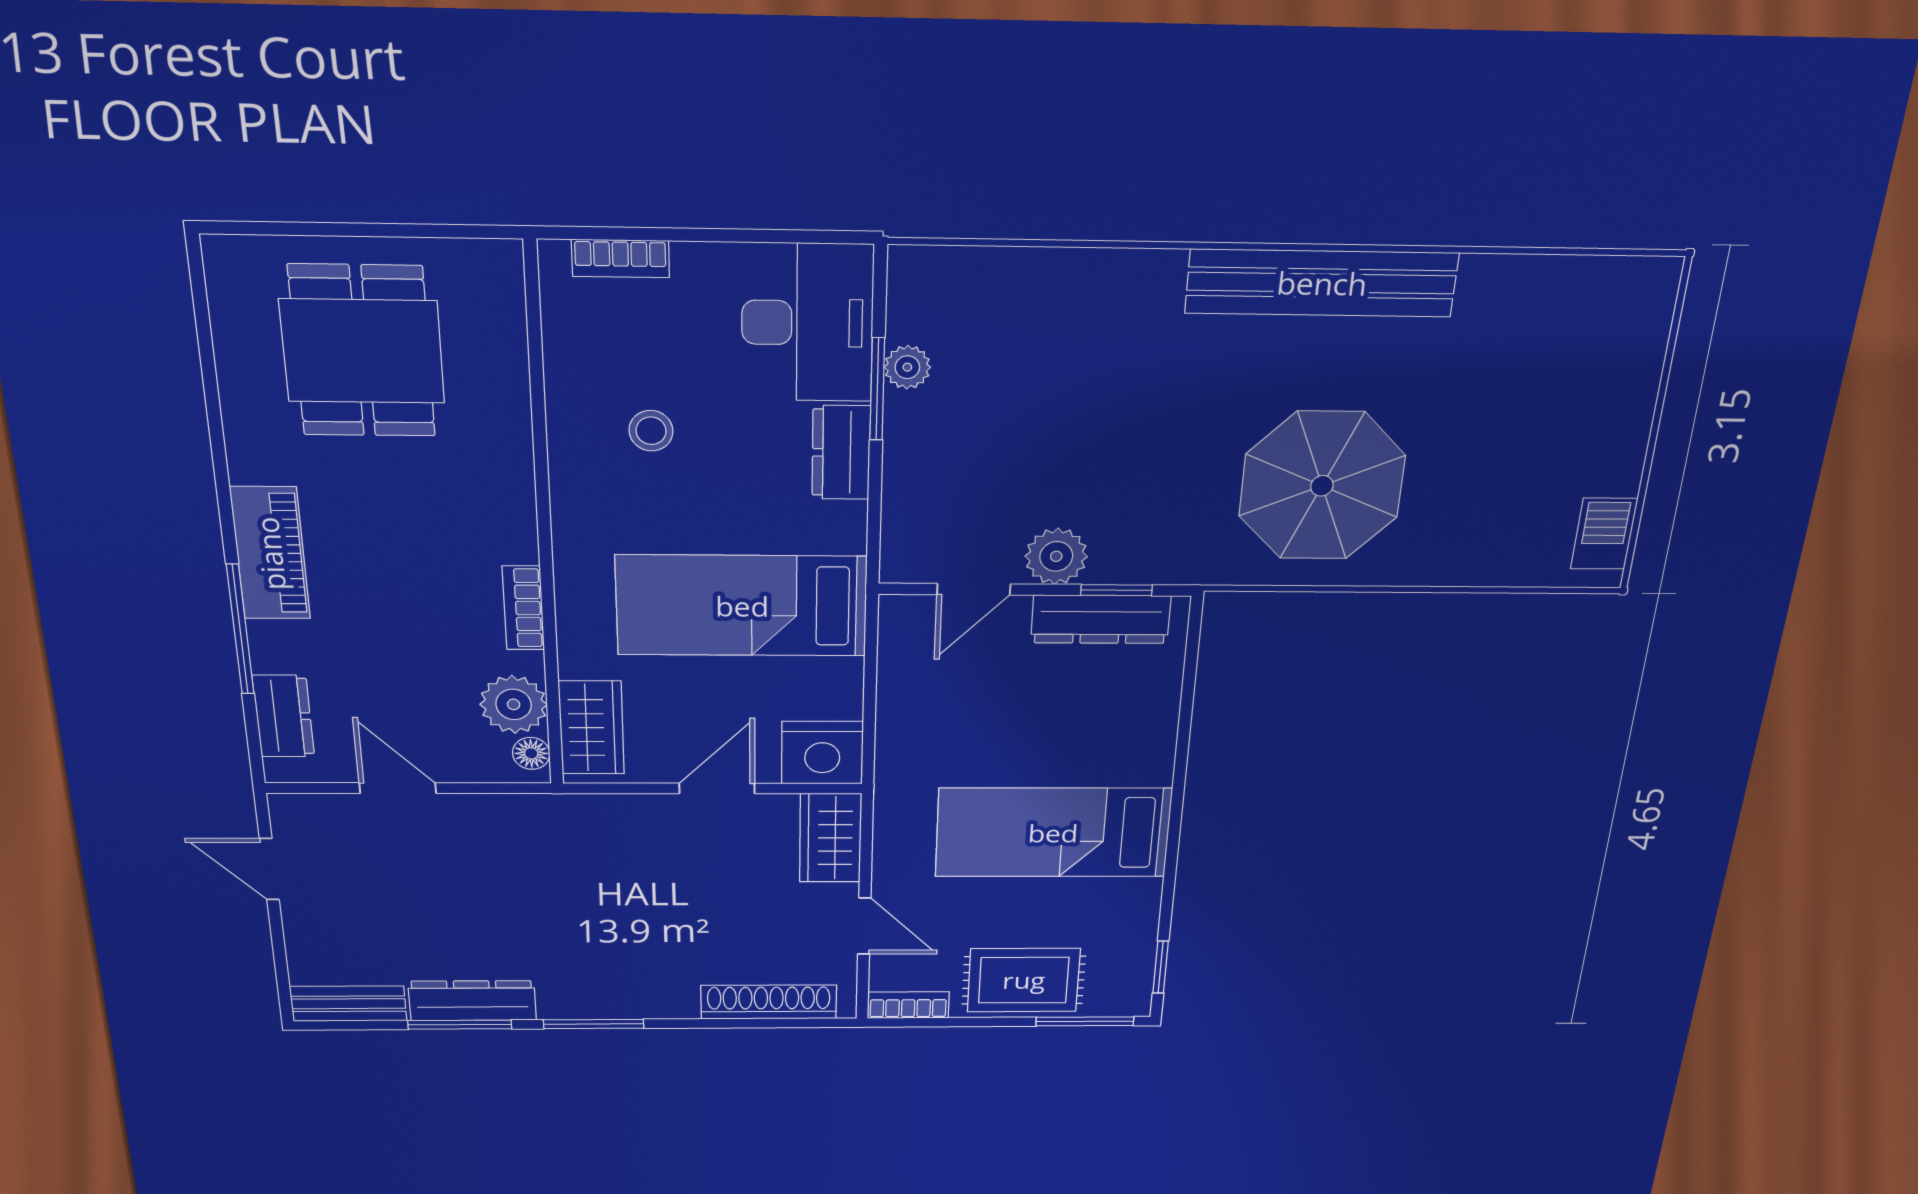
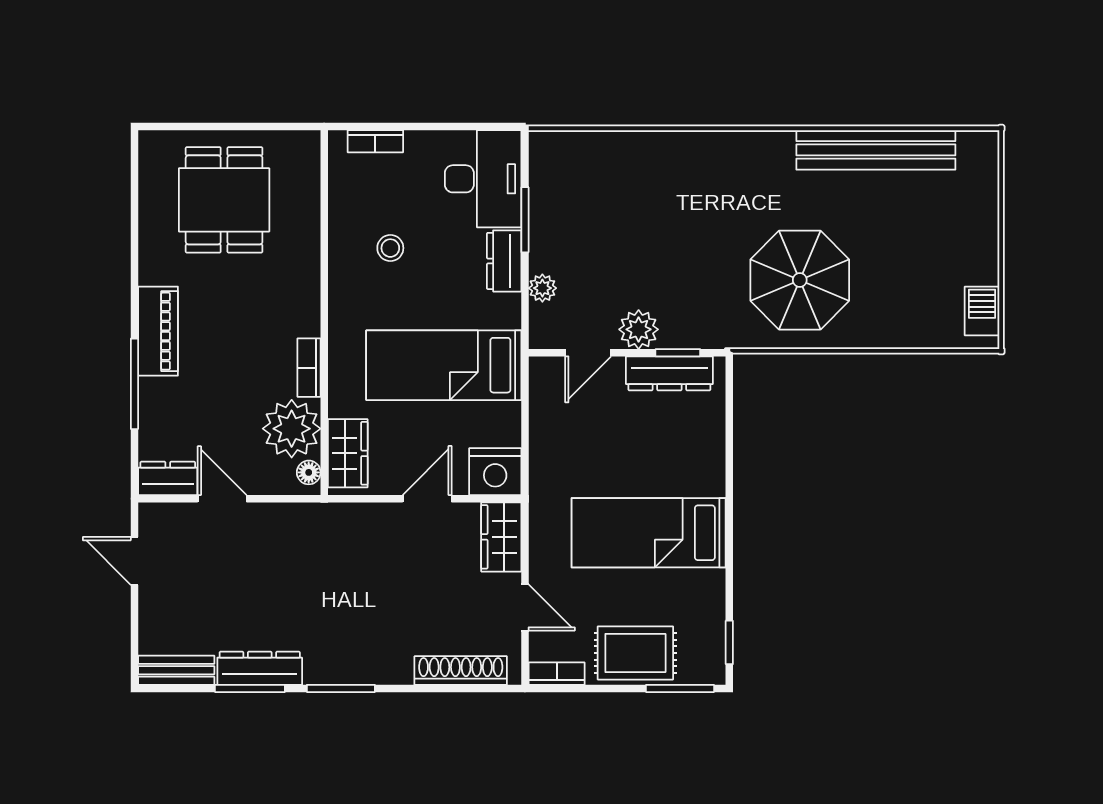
bench: (1322, 283) -> (876, 150), moved
plant: (907, 367) -> (542, 288), moved
plant: (514, 704) -> (292, 429), width x1.36, depth x1.36
dresser: (283, 716) -> (168, 478), moved, turned -90

